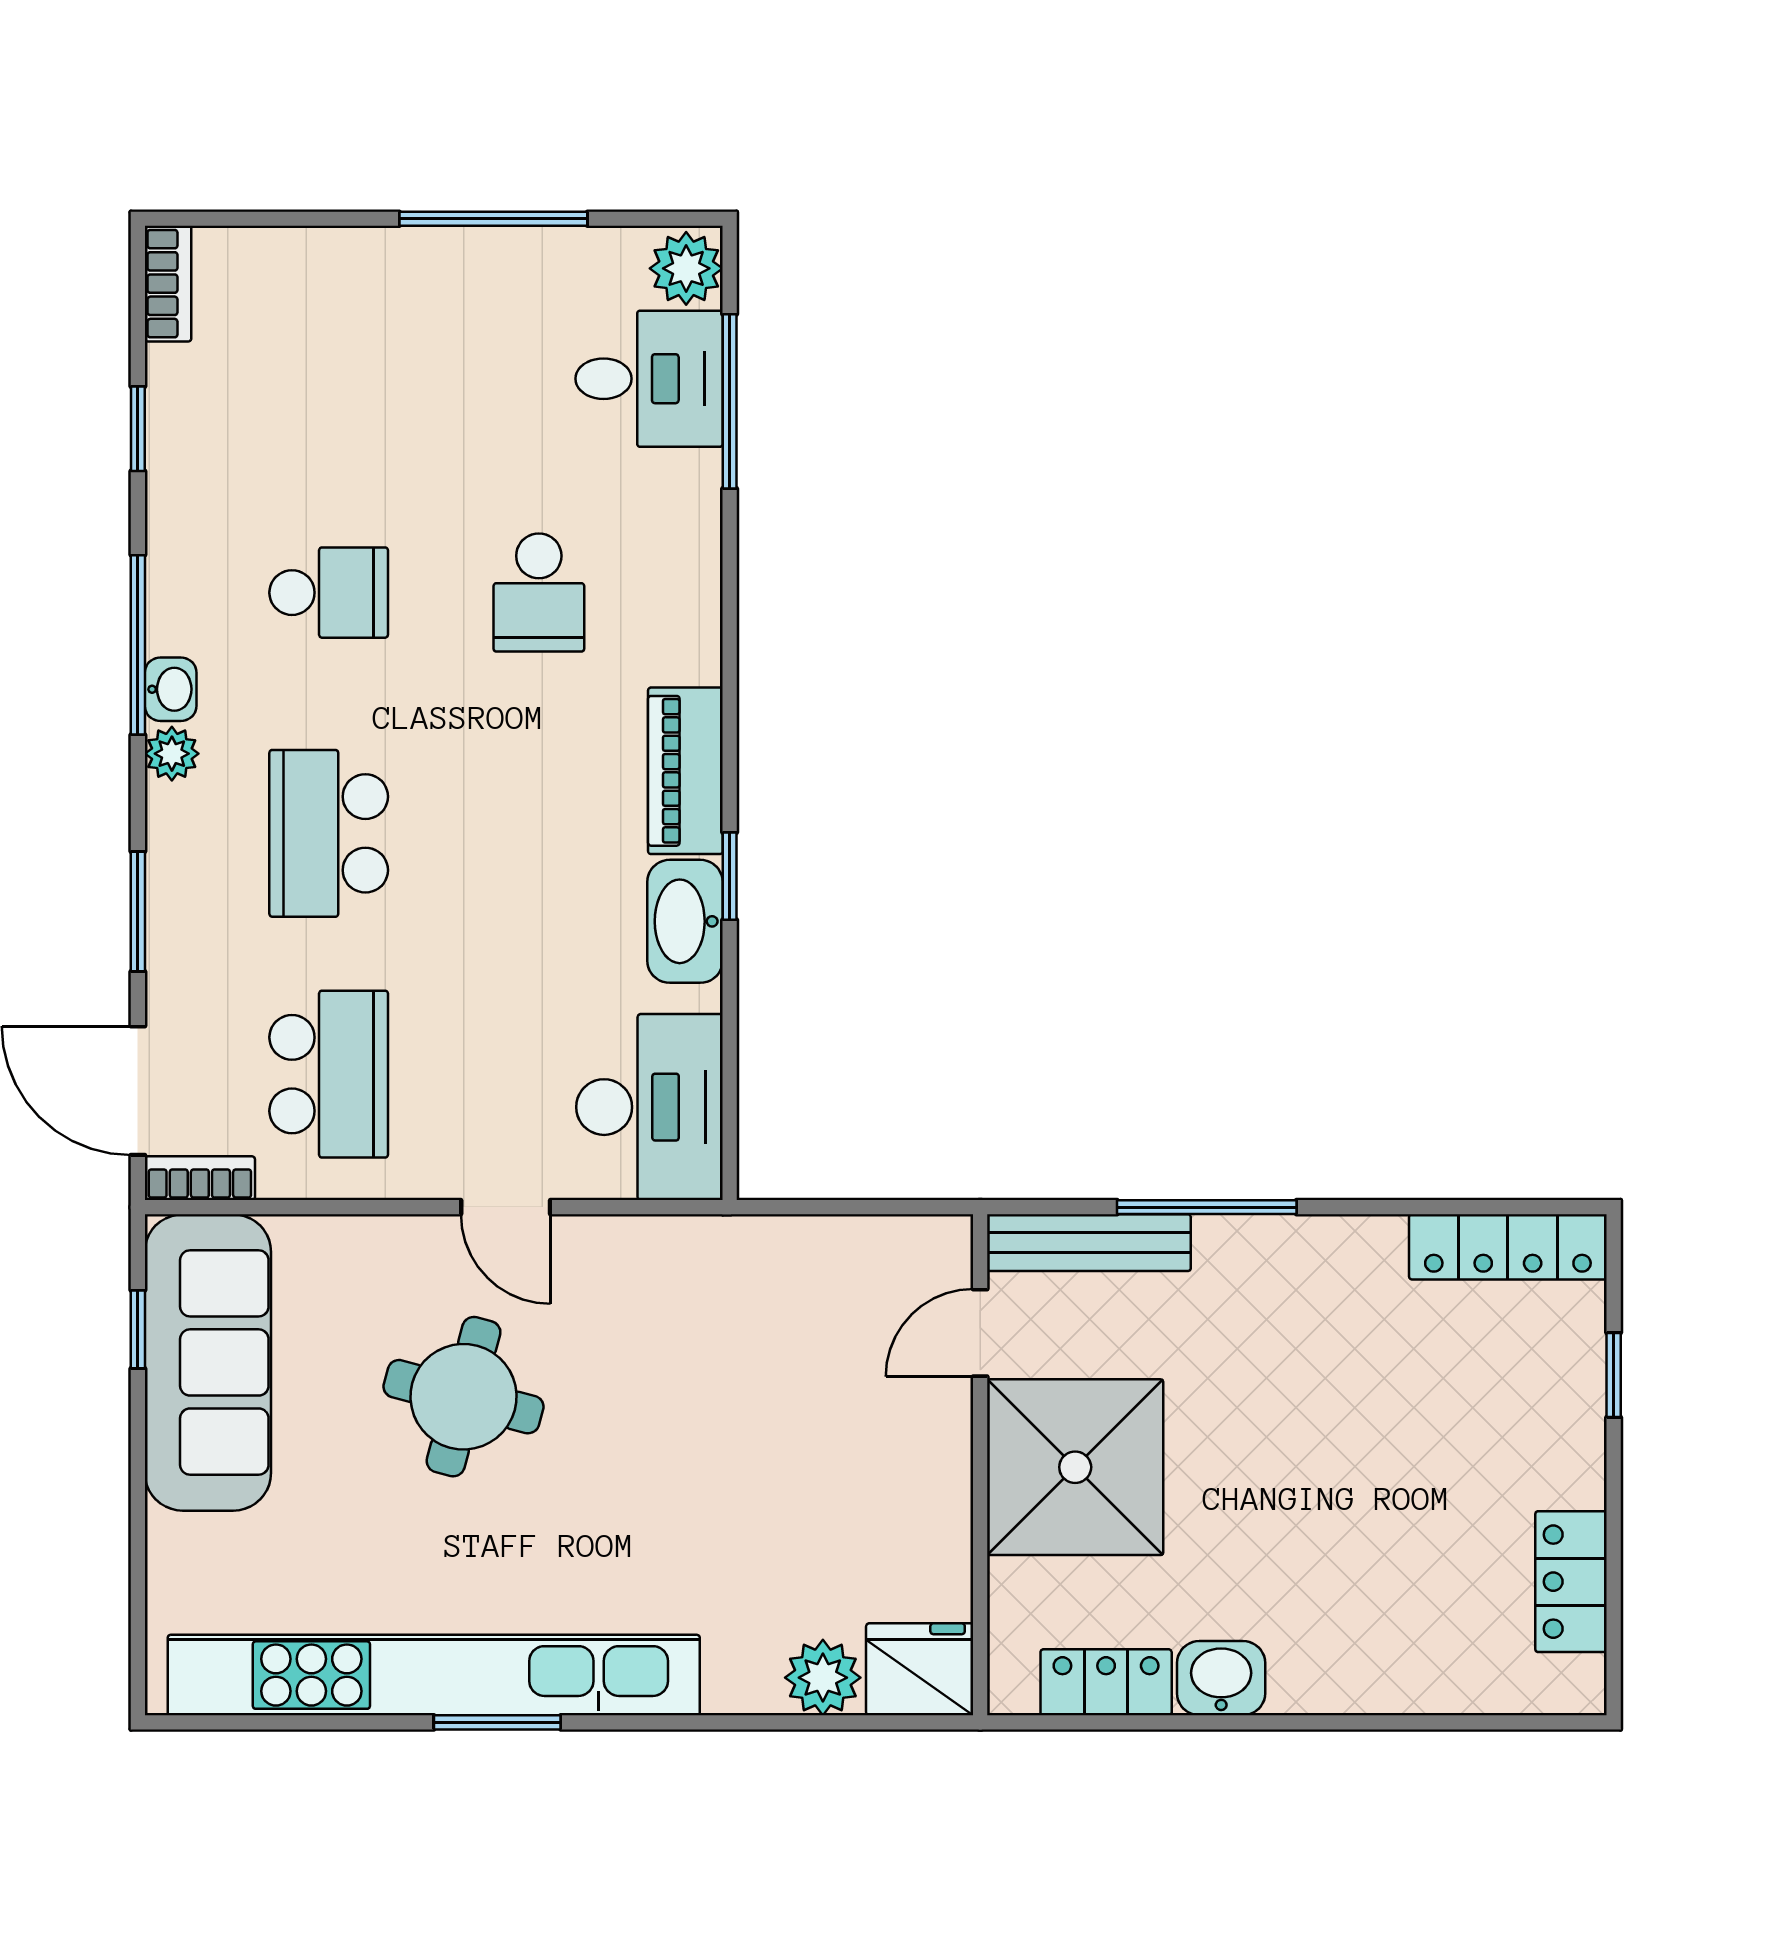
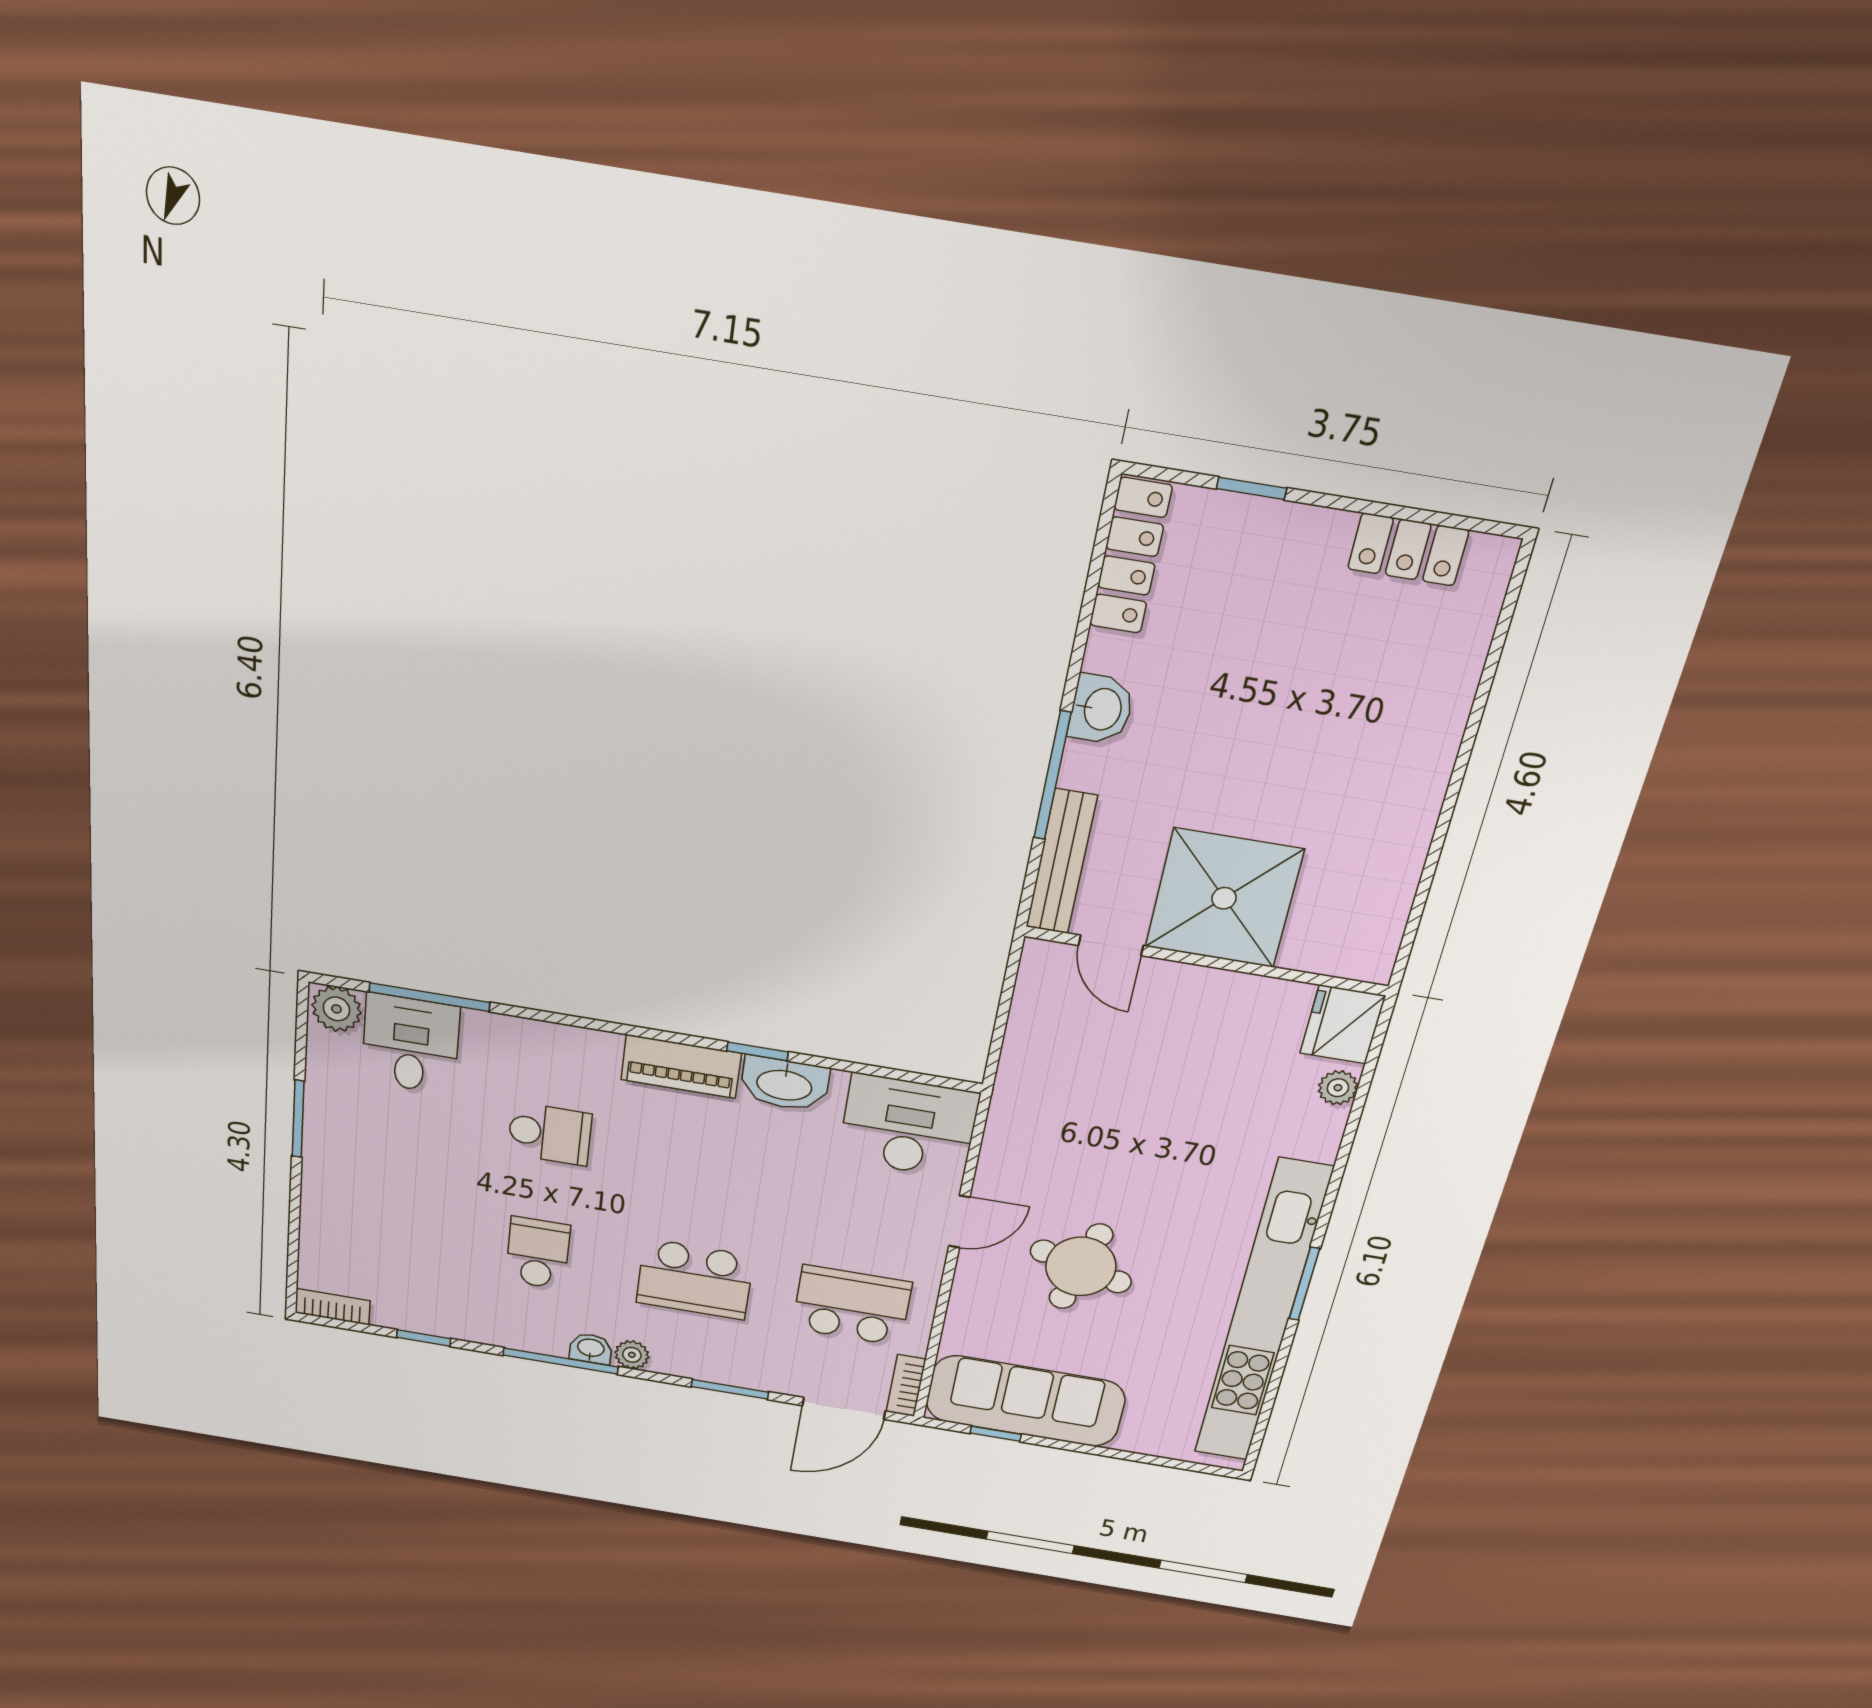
window: (493, 219) -> (298, 1119), width x0.69
plant: (823, 1678) -> (1338, 1088), width x0.73, depth x0.73
washbasin: (1221, 1678) -> (1101, 709), moved, turned 180
locker: (1106, 1682) -> (1388, 903), removed

